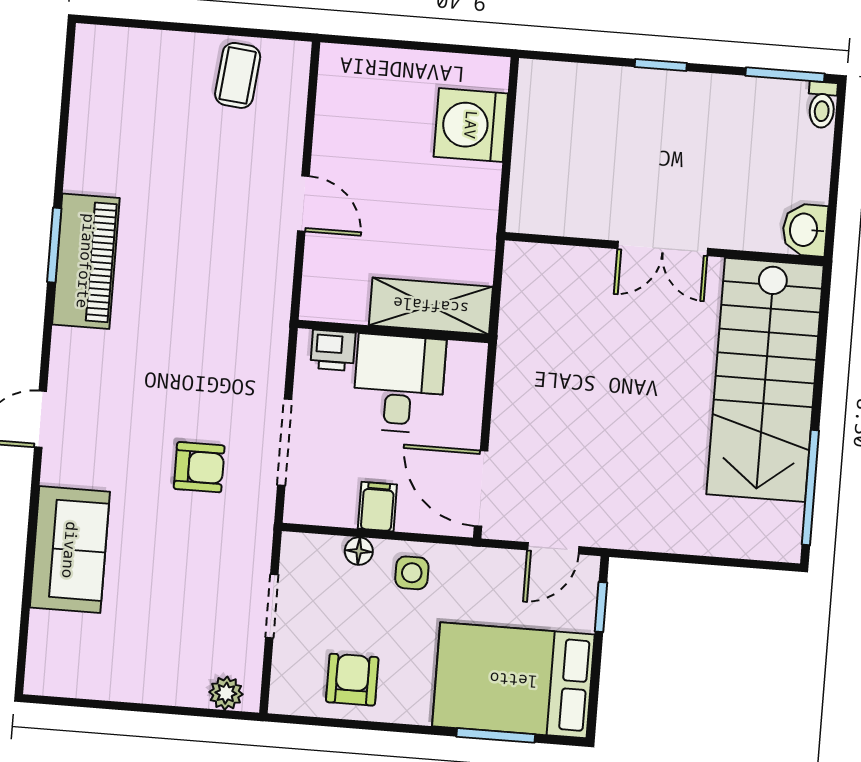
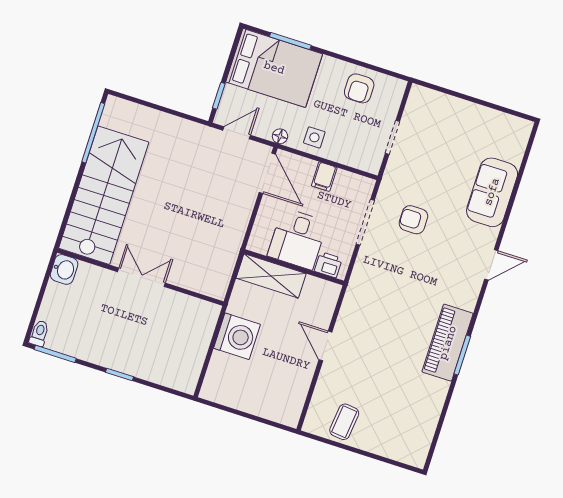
washing machine: (471, 125) -> (237, 336), moved
floor lamp: (359, 551) -> (280, 136), moved
plant: (226, 693) -> (428, 97), removed

